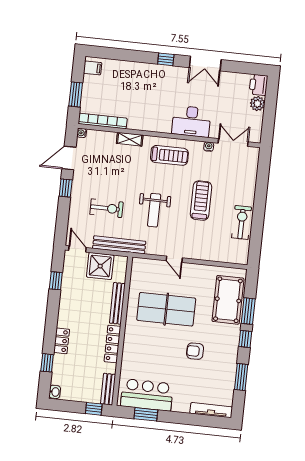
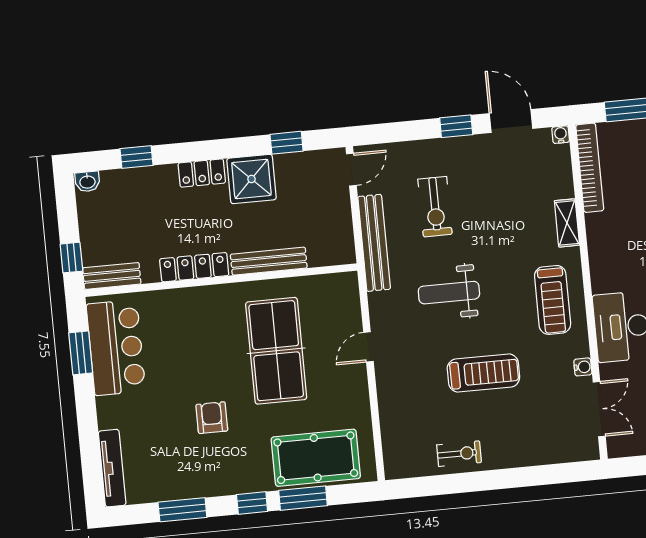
exercise bike: (242, 222) -> (459, 454), width x0.73, depth x0.72
shower: (100, 266) -> (251, 179), moved
locker: (62, 341) -> (202, 173), moved

